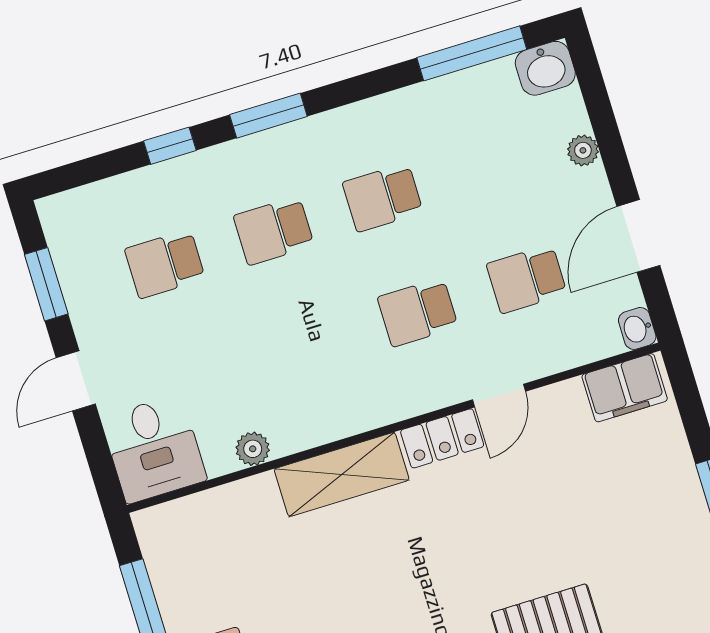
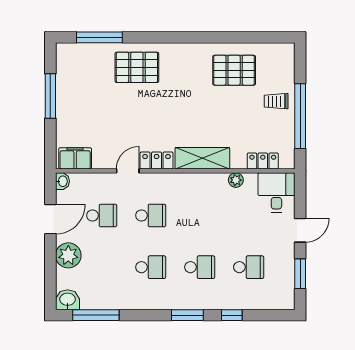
plant: (583, 150) -> (68, 255), width x1.87, depth x1.87
locker: (206, 509) -> (263, 161), added

